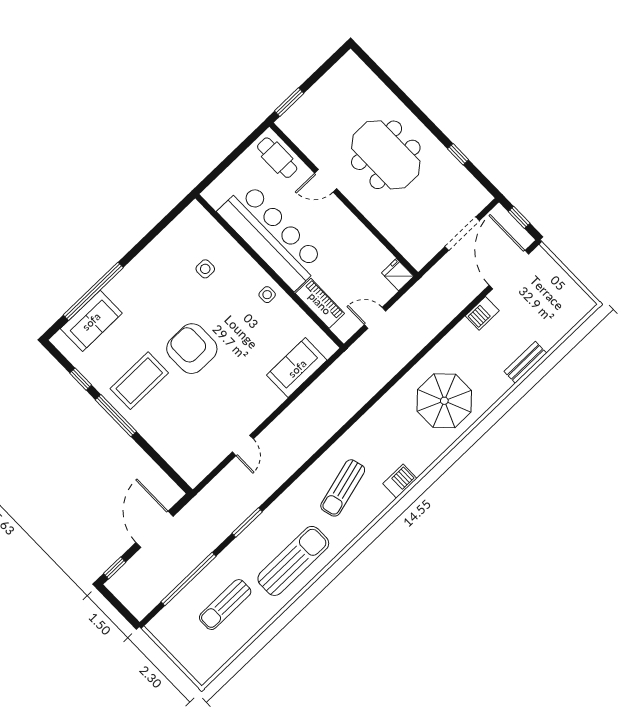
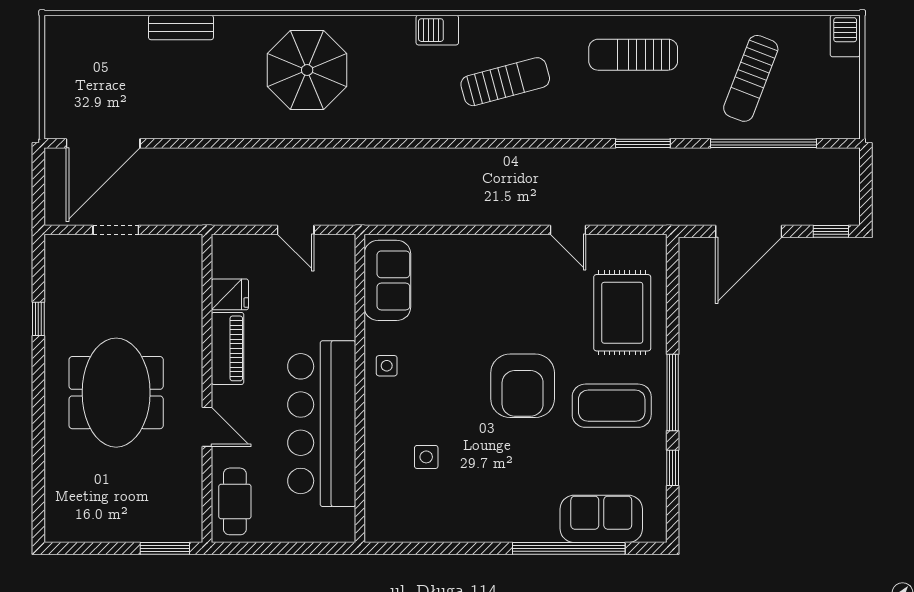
window: (519, 217) -> (38, 189), removed
doorway: (462, 234) -> (116, 230), width x0.73
fridge: (398, 275) -> (230, 294), moved, turned -90
piano: (320, 303) -> (228, 348), moved, turned 180
barbecue: (482, 313) -> (845, 36), moved, turned -90
sofa: (297, 368) -> (387, 280), moved, turned -90
rug: (178, 431) -> (622, 313), added
door: (243, 445) -> (568, 230), swing flipped
sun lounger: (293, 561) -> (633, 55), width x0.73, depth x0.75
sun lounger: (225, 605) -> (751, 78), turned 111

